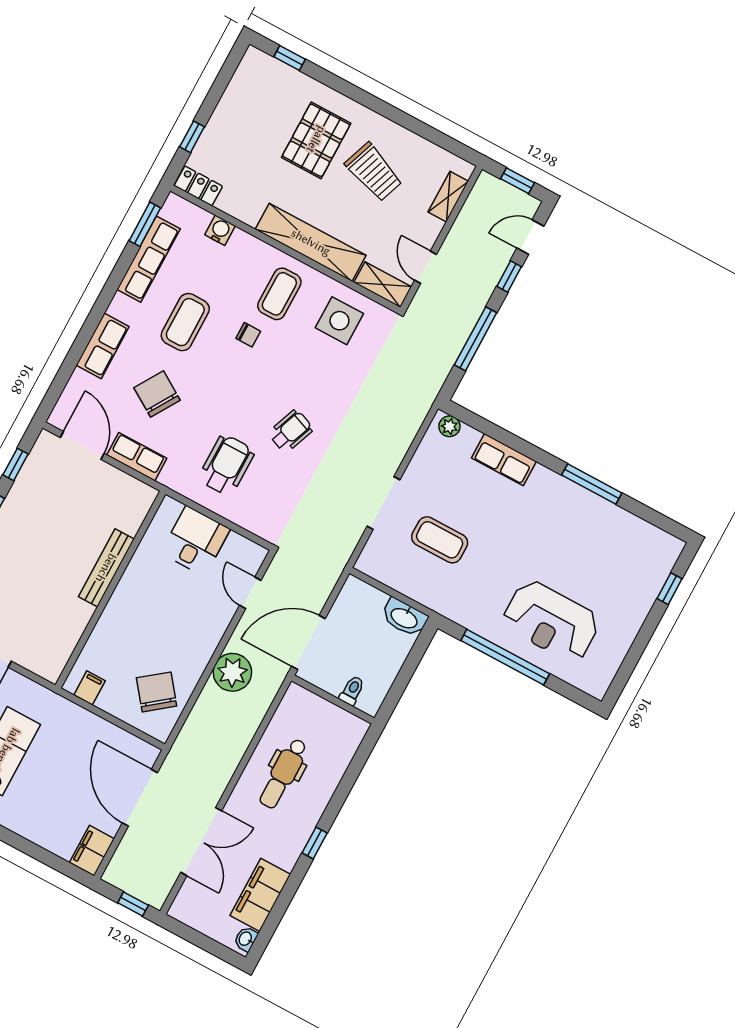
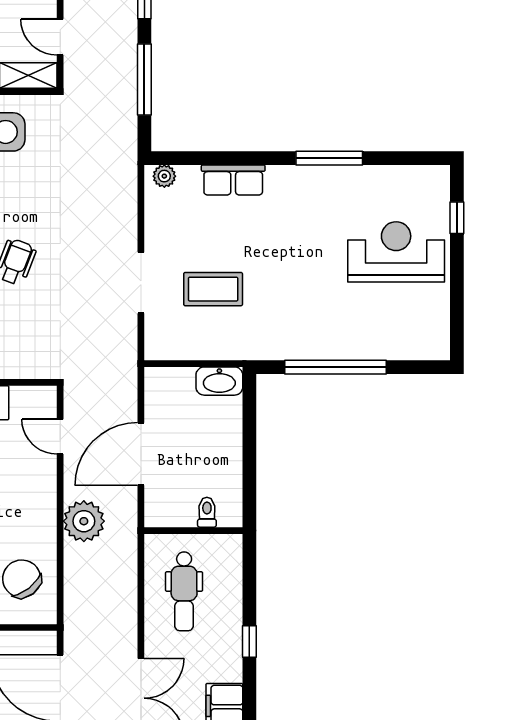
reception desk: (551, 621) -> (396, 252), moved, turned 180
toilet: (352, 690) -> (207, 512), moved
wall: (333, 699) -> (193, 531), moved

